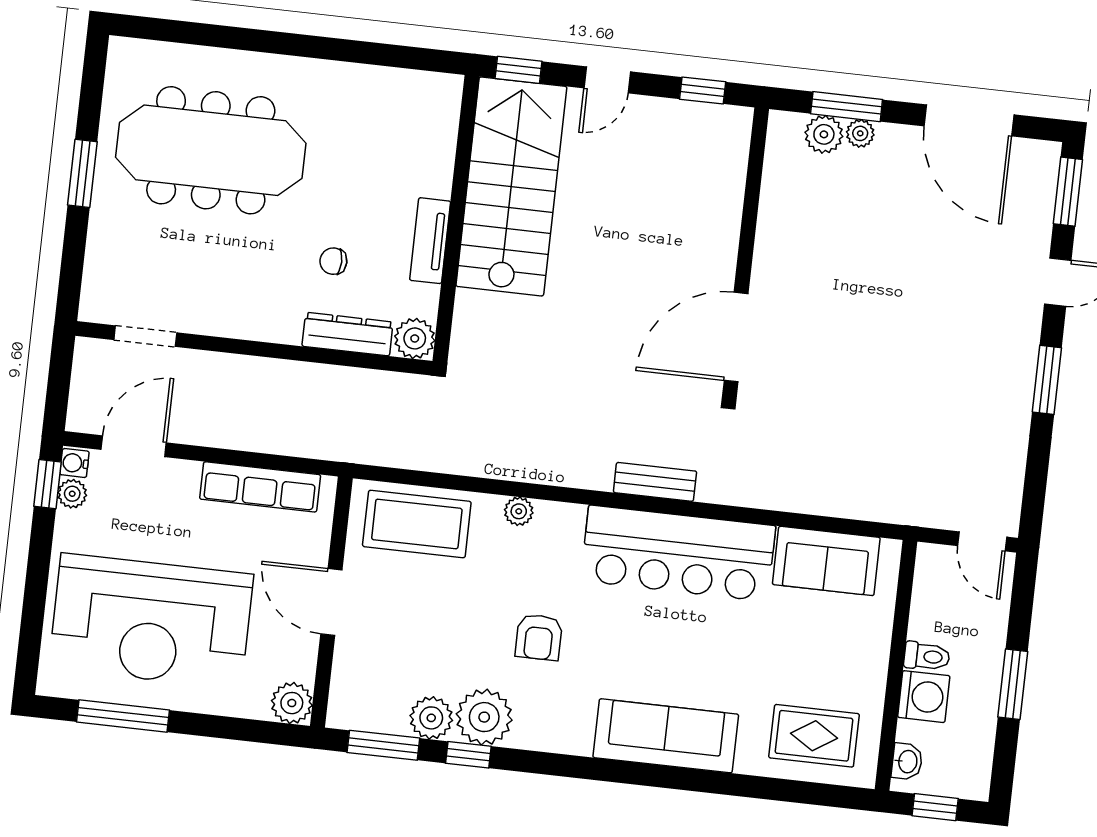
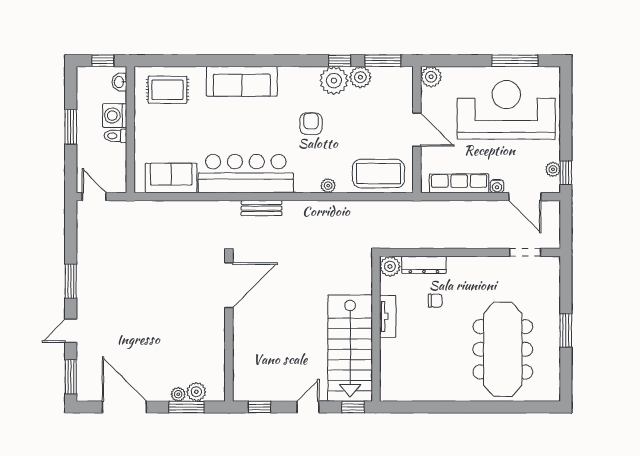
meeting table: (211, 150) -> (503, 349), turned 90
door: (134, 446) -> (525, 197), hinge flipped
water cooler: (74, 463) -> (497, 186), moved, turned 90

